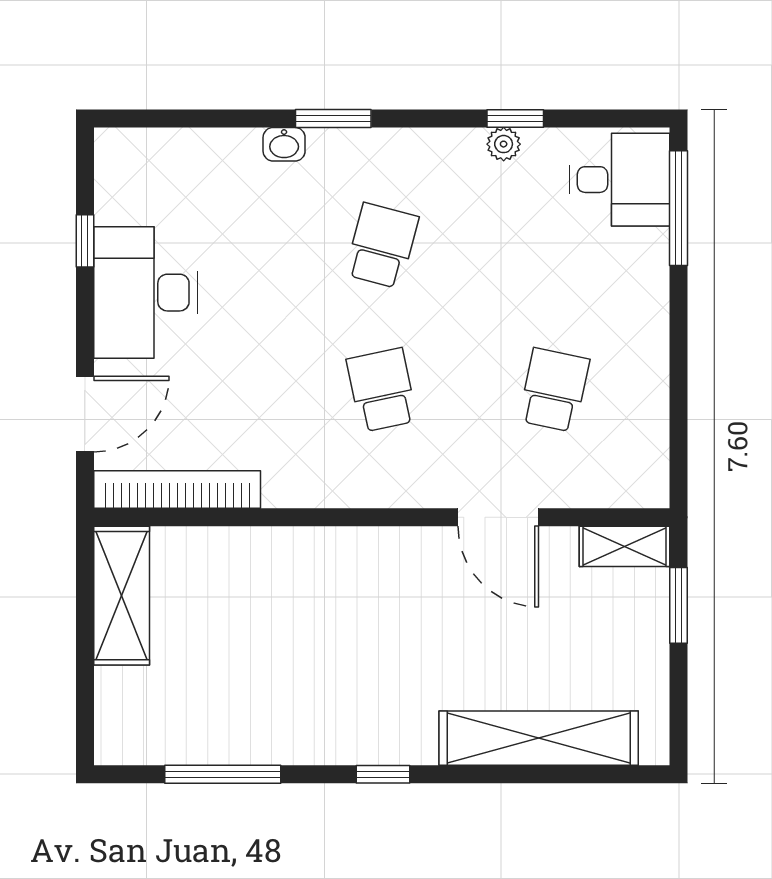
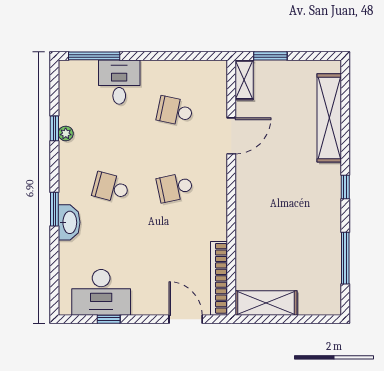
washbasin: (284, 144) -> (69, 222), width x1.91, depth x1.45
desk: (620, 180) -> (119, 82), moved
desk: (146, 293) -> (101, 292), moved

